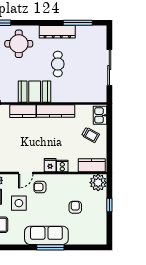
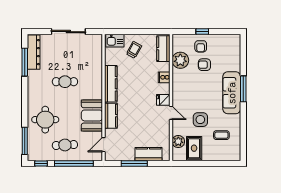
dresser: (57, 32) -> (34, 52), moved
booth: (35, 92) -> (92, 115), moved
fridge: (50, 165) -> (163, 100), moved
plant: (98, 183) -> (180, 60), moved
armchair: (40, 187) -> (201, 46), moved

